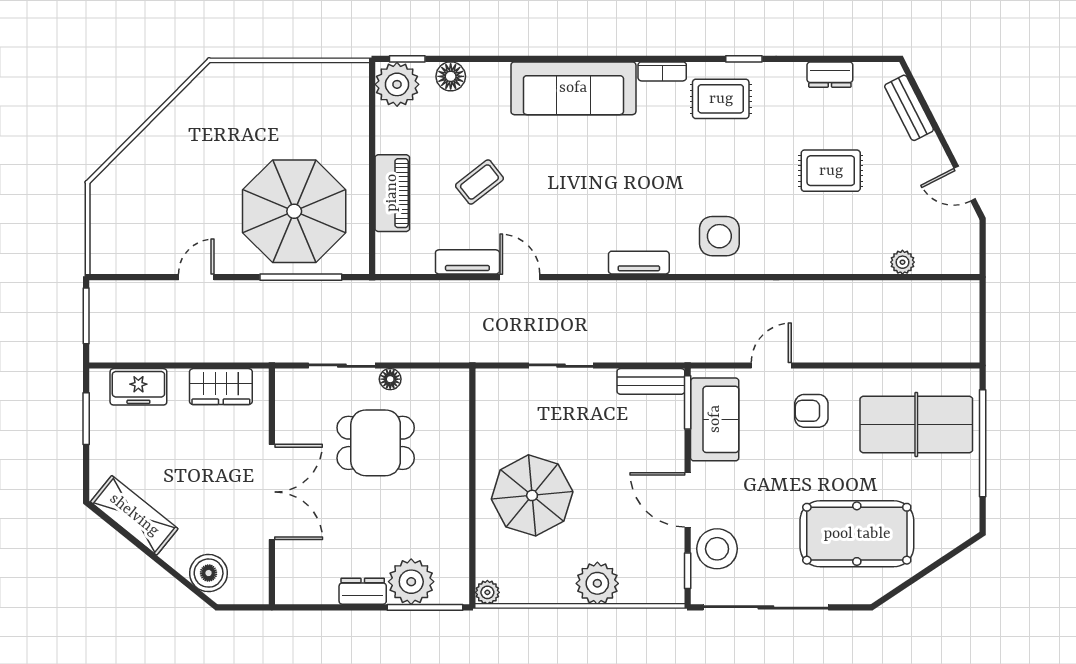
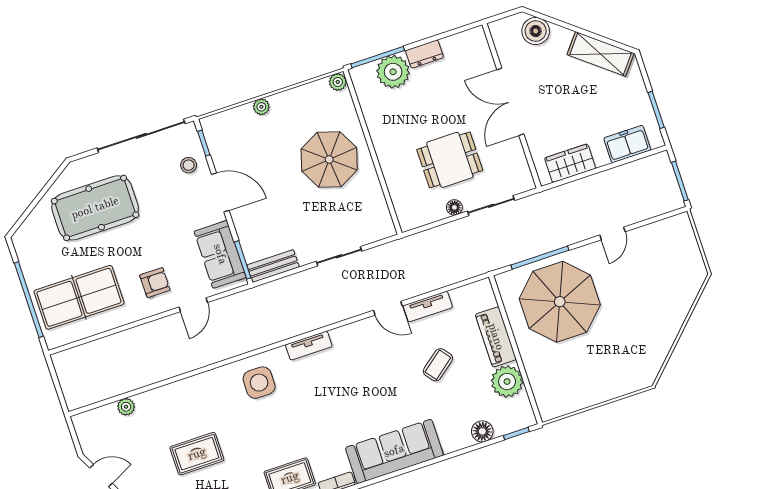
plant: (397, 84) -> (507, 382), moved
stool: (717, 549) -> (189, 165), width x0.53, depth x0.53
plant: (597, 583) -> (261, 107), width x0.53, depth x0.53

